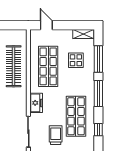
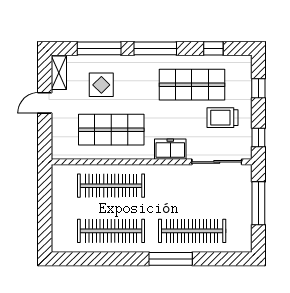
door: (46, 25) -> (45, 103), moved

